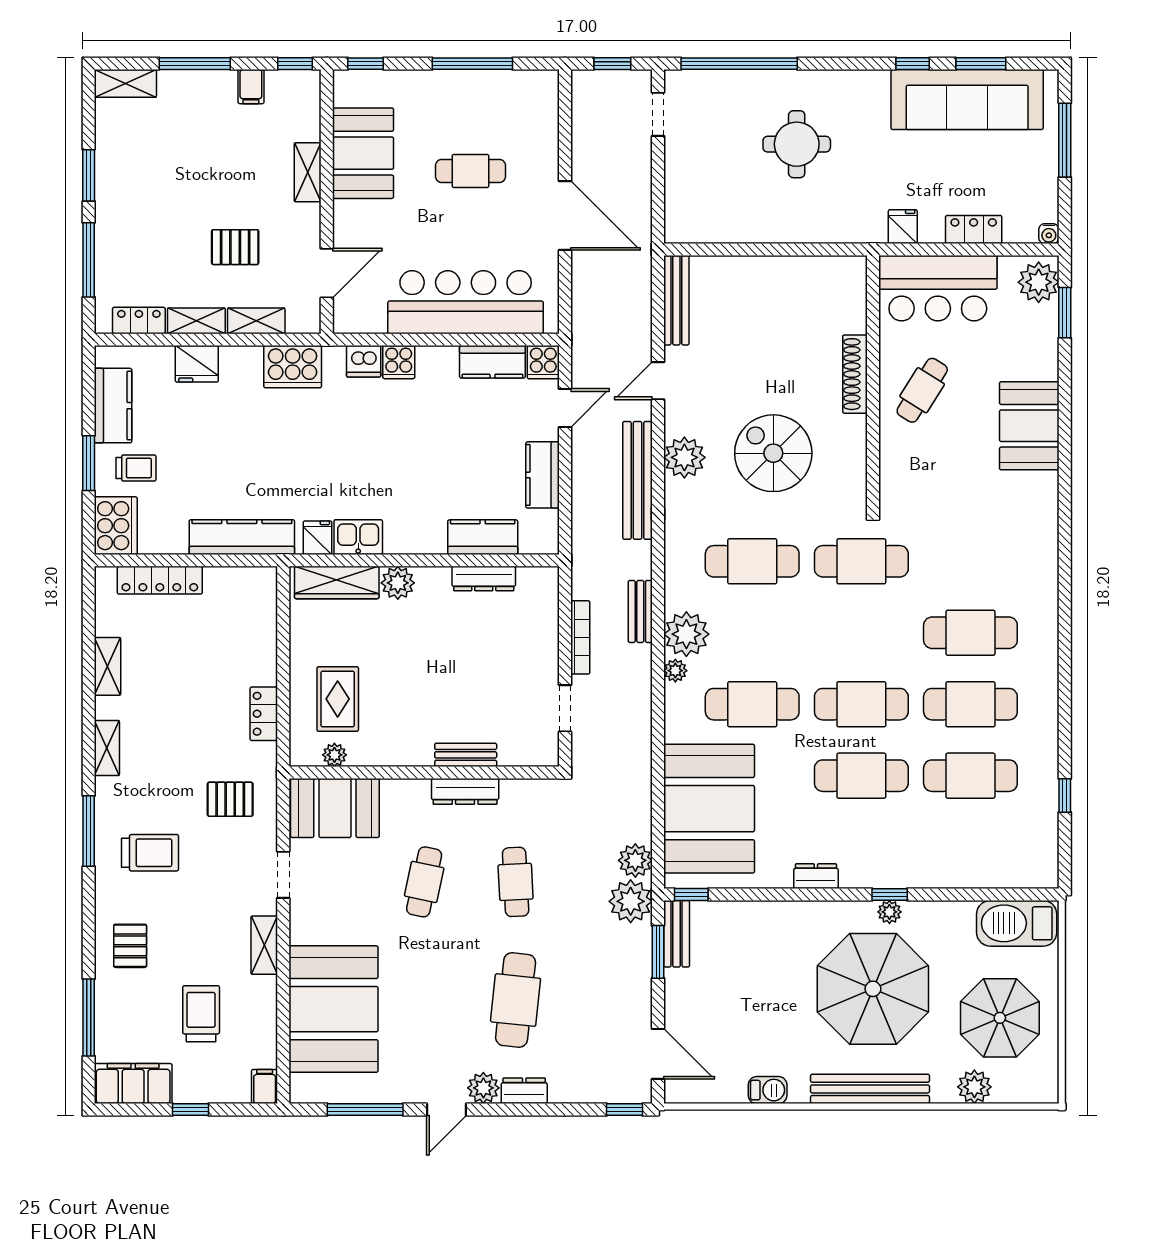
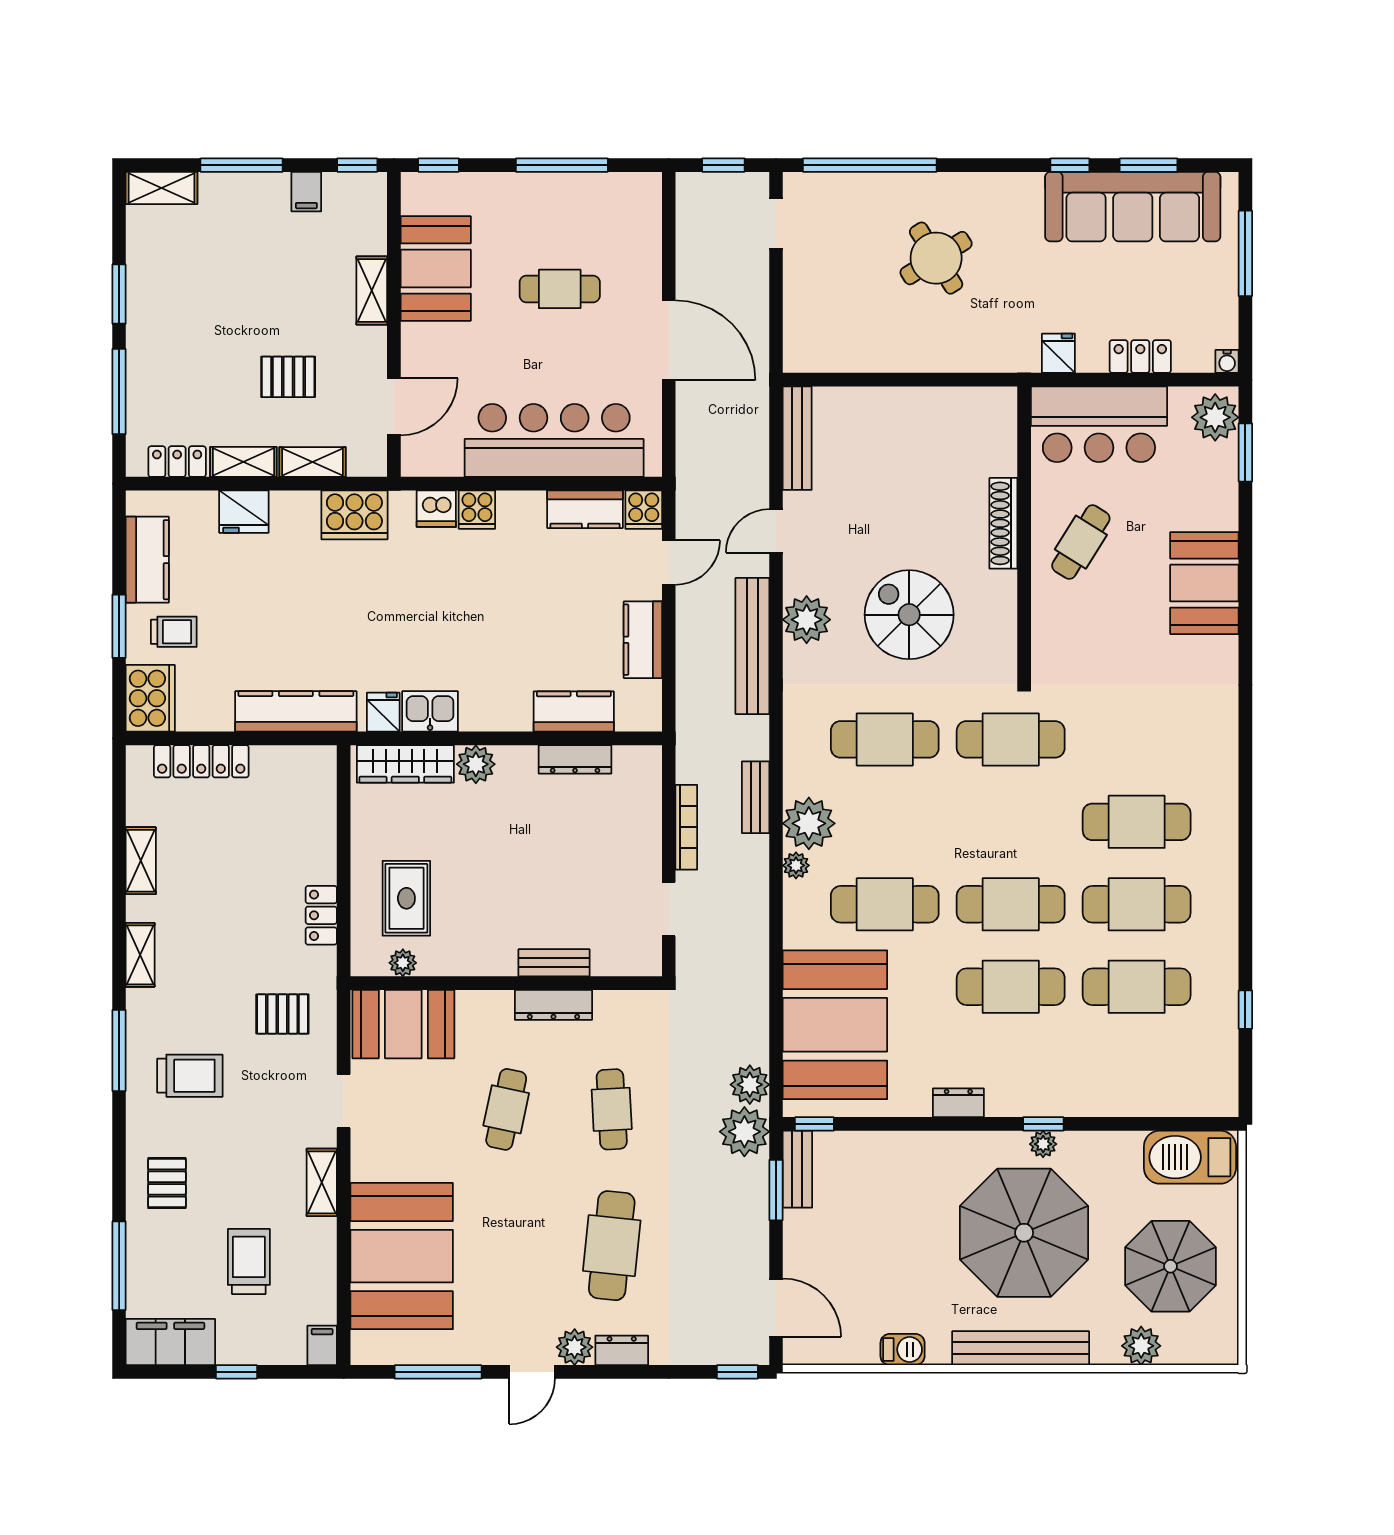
round table: (797, 144) -> (936, 258), turned -32

